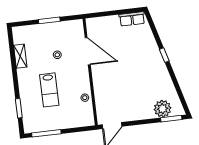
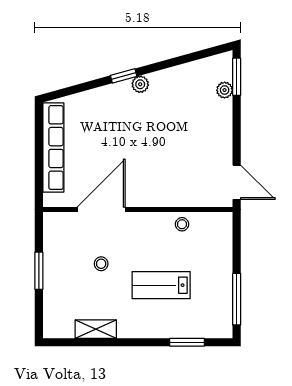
row of seats: (132, 19) -> (53, 148), width x2.02
plant: (161, 65) -> (140, 84), added
lab bench: (49, 90) -> (161, 285), turned 180
plant: (163, 109) -> (225, 90), width x0.53, depth x0.53

